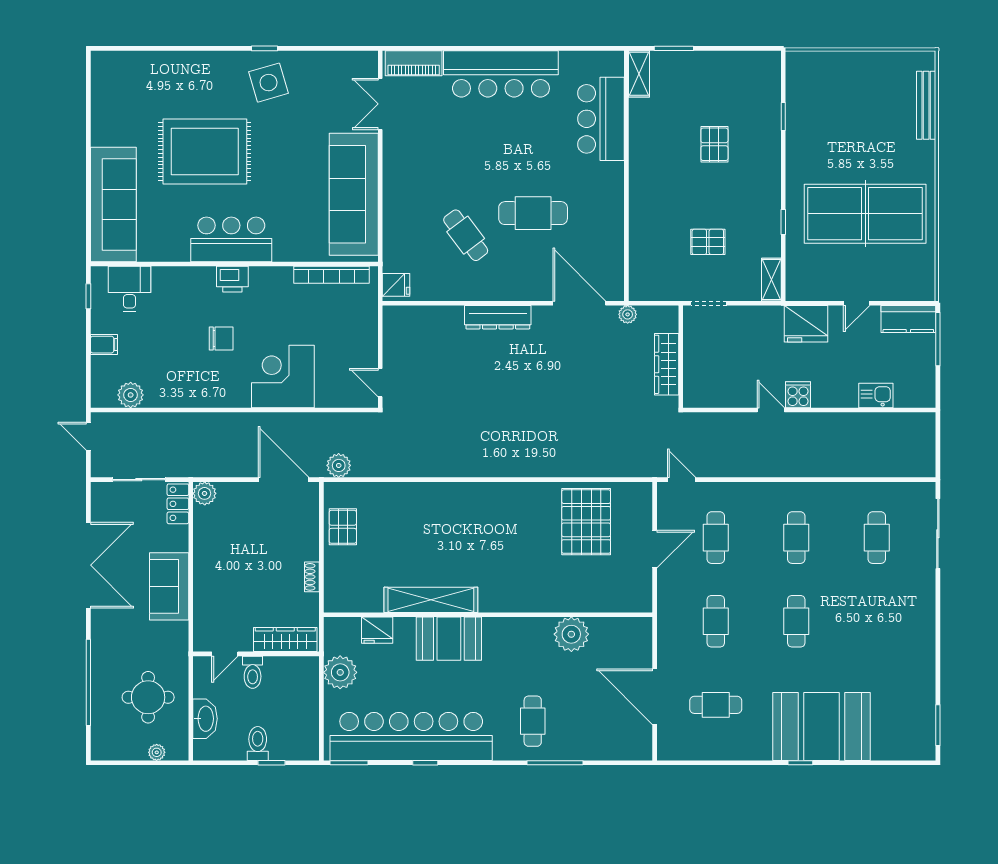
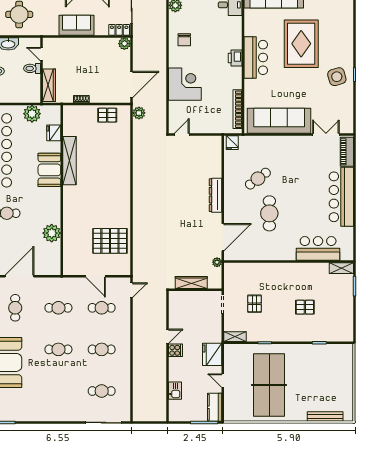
chair: (221, 338) -> (184, 40), moved

